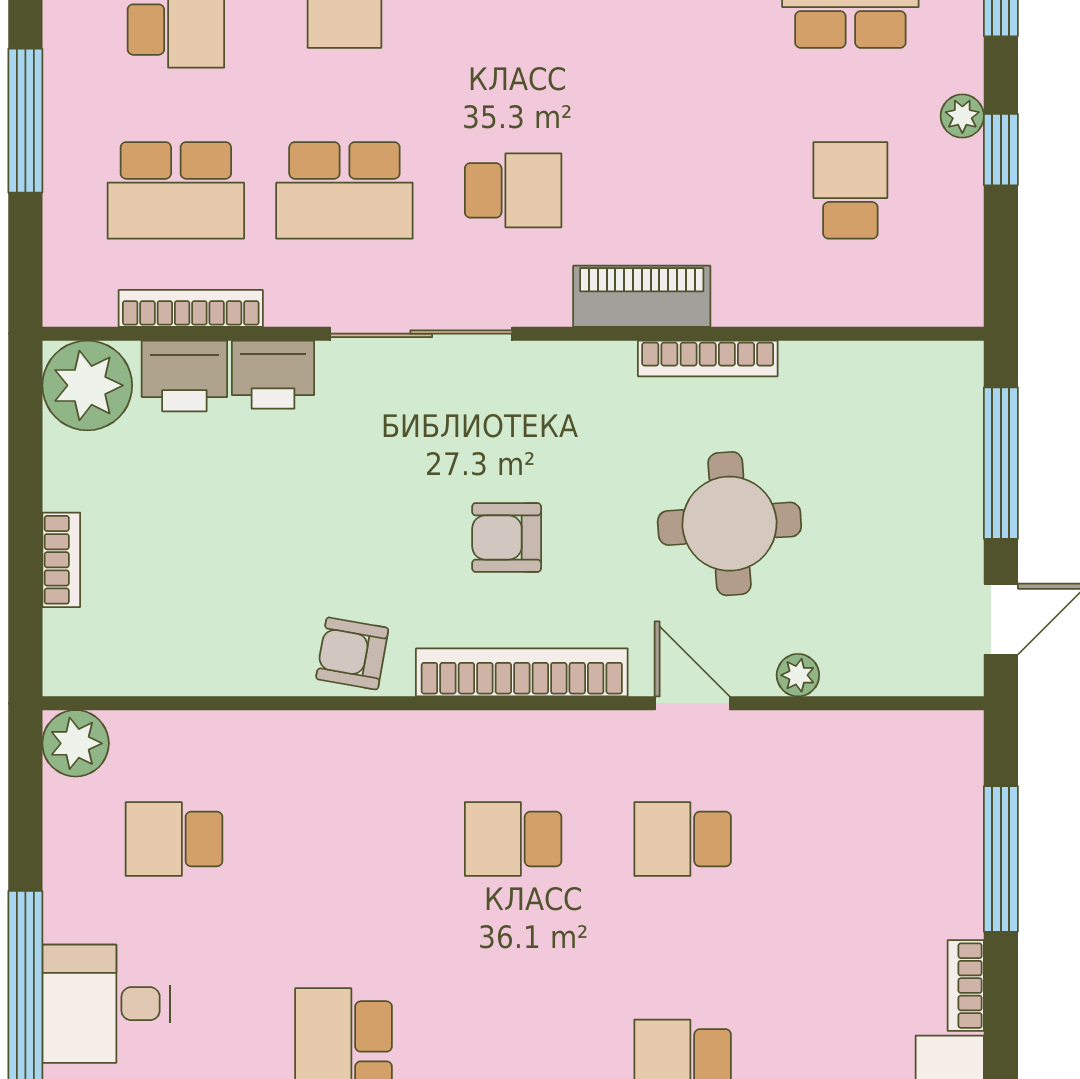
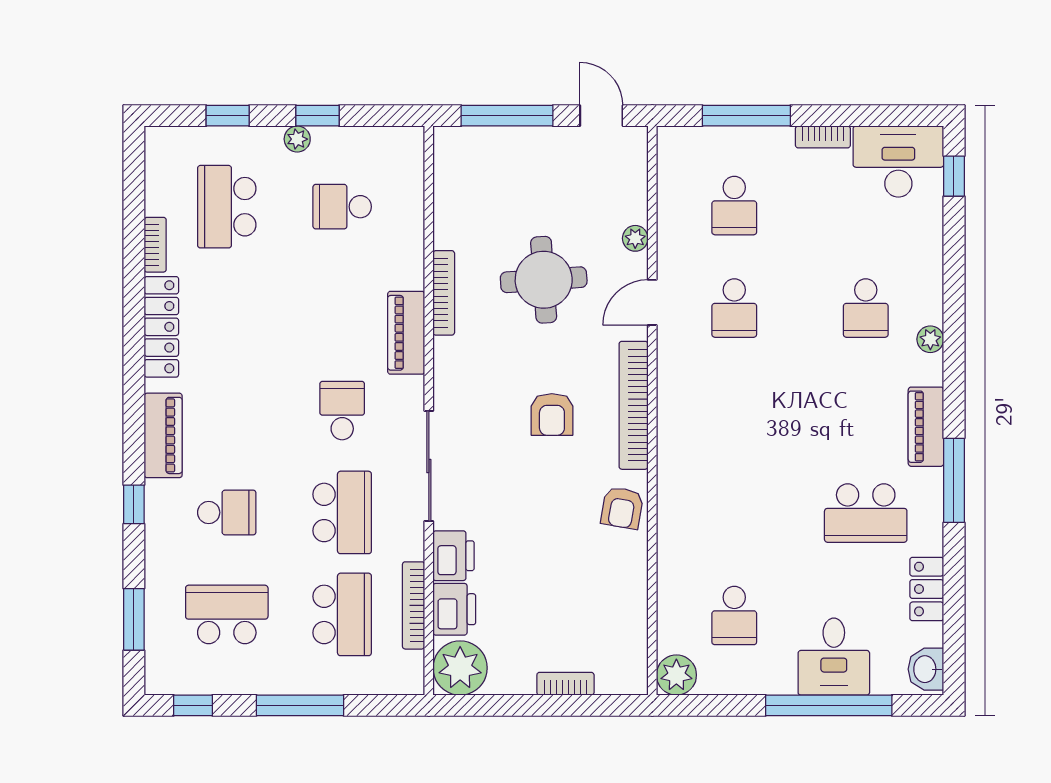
school desk: (513, 839) -> (734, 206), moved

